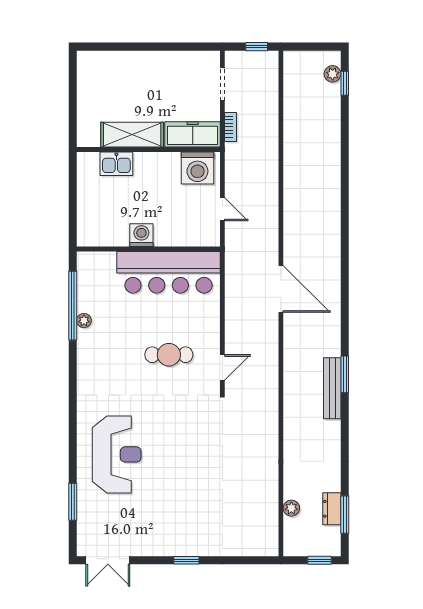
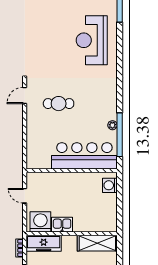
shelving: (132, 135) -> (97, 243), moved
kitchen sink: (116, 164) -> (62, 225), moved
washing machine: (141, 235) -> (110, 185), moved, turned 90
bar counter: (169, 272) -> (84, 156), moved

